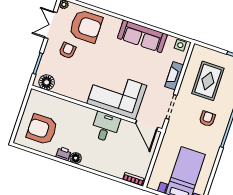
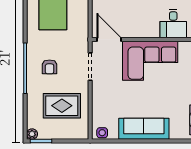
fireplace: (174, 76) -> (98, 99), removed
rug: (208, 81) -> (62, 106), turned 90
desk: (105, 127) -> (173, 24), moved

